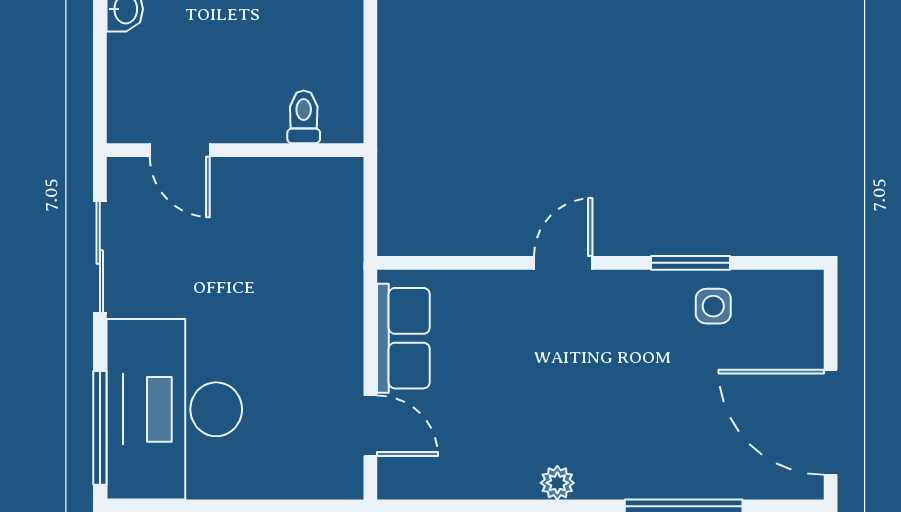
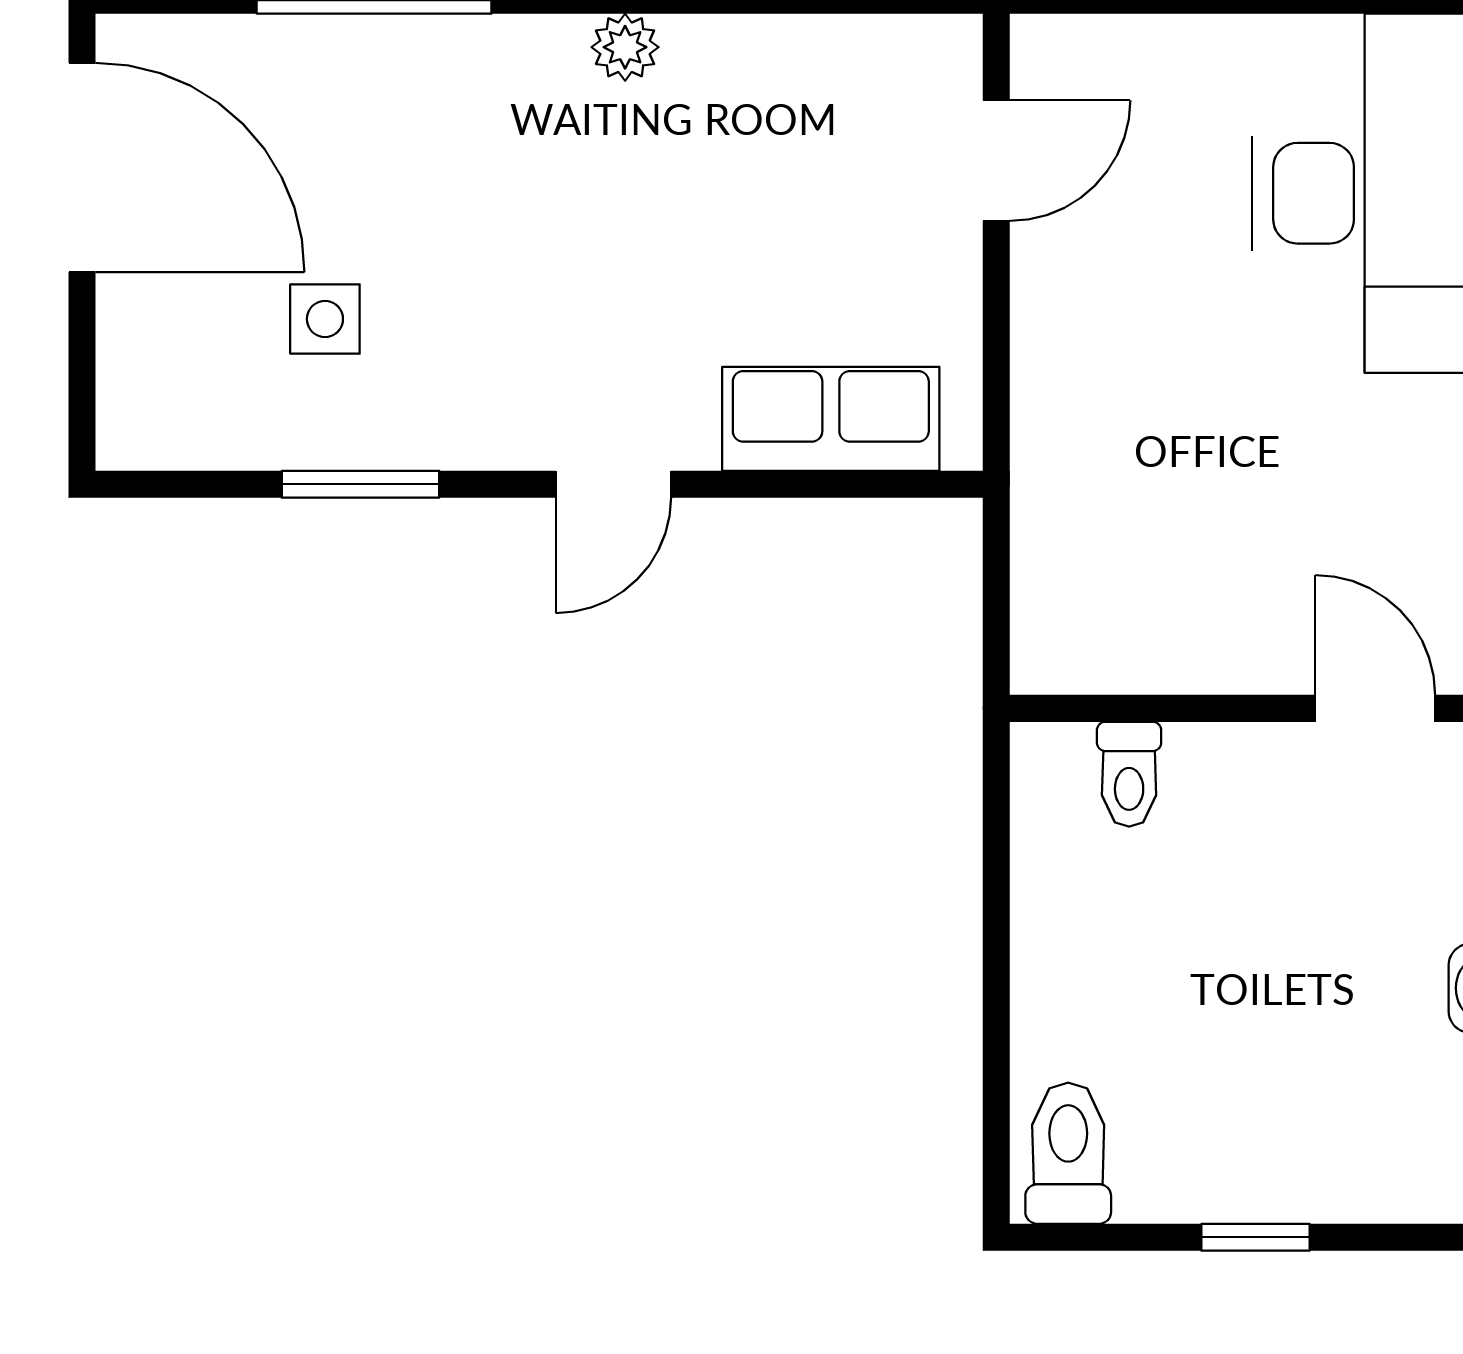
side table: (713, 306) -> (325, 319), moved
row of seats: (403, 338) -> (831, 419), moved, turned 90
door: (370, 426) -> (996, 161), swing flipped

